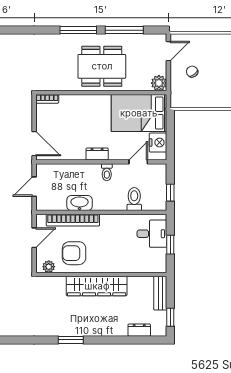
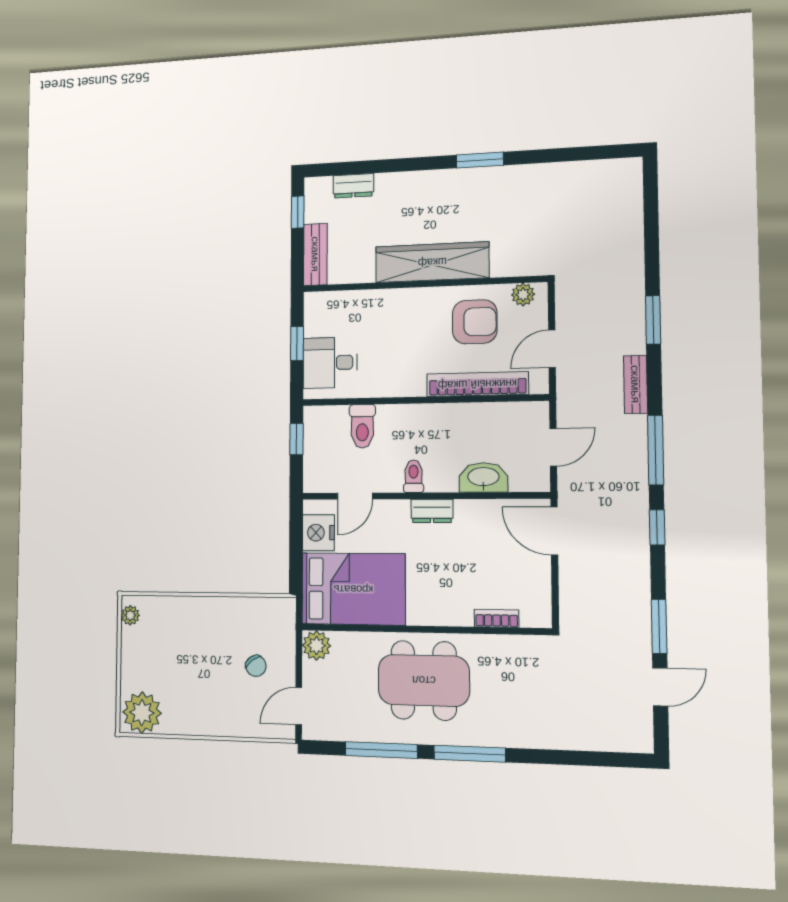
bookcase: (47, 99) -> (497, 618), moved
washbasin: (80, 203) -> (483, 477), moved, turned 180

